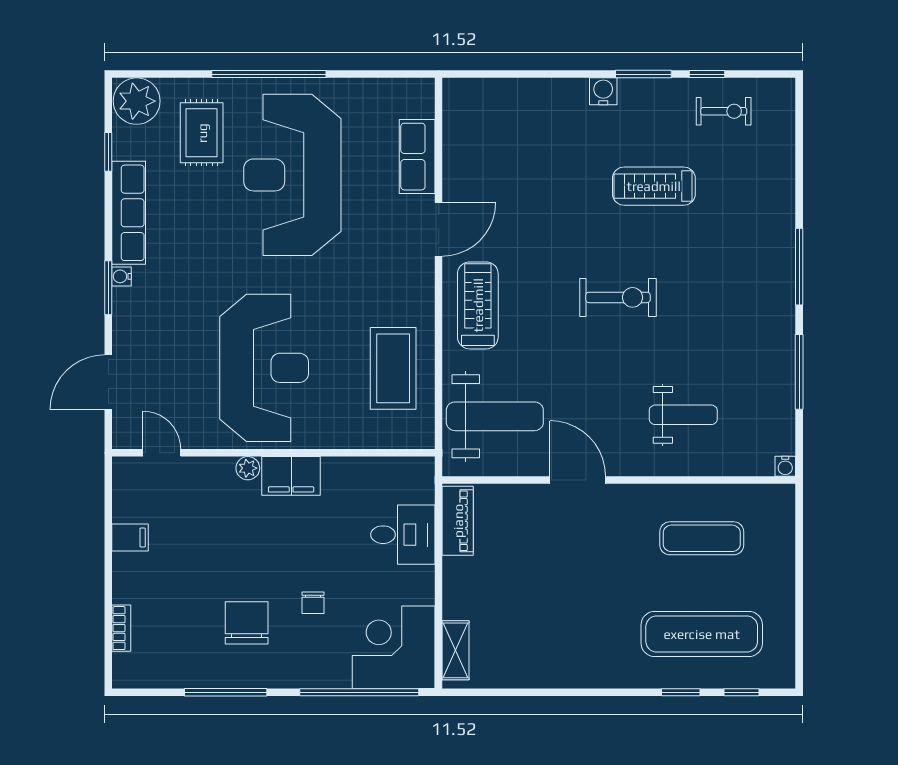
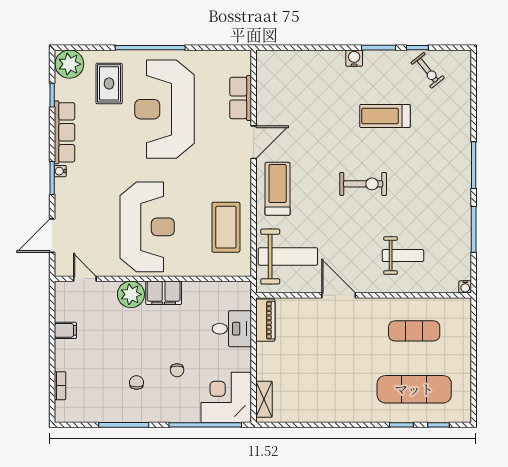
exercise bike: (724, 111) -> (428, 70), turned 51
plant: (248, 468) -> (131, 294), width x1.88, depth x1.88
chair: (247, 623) -> (137, 382), width x0.54, depth x0.54

